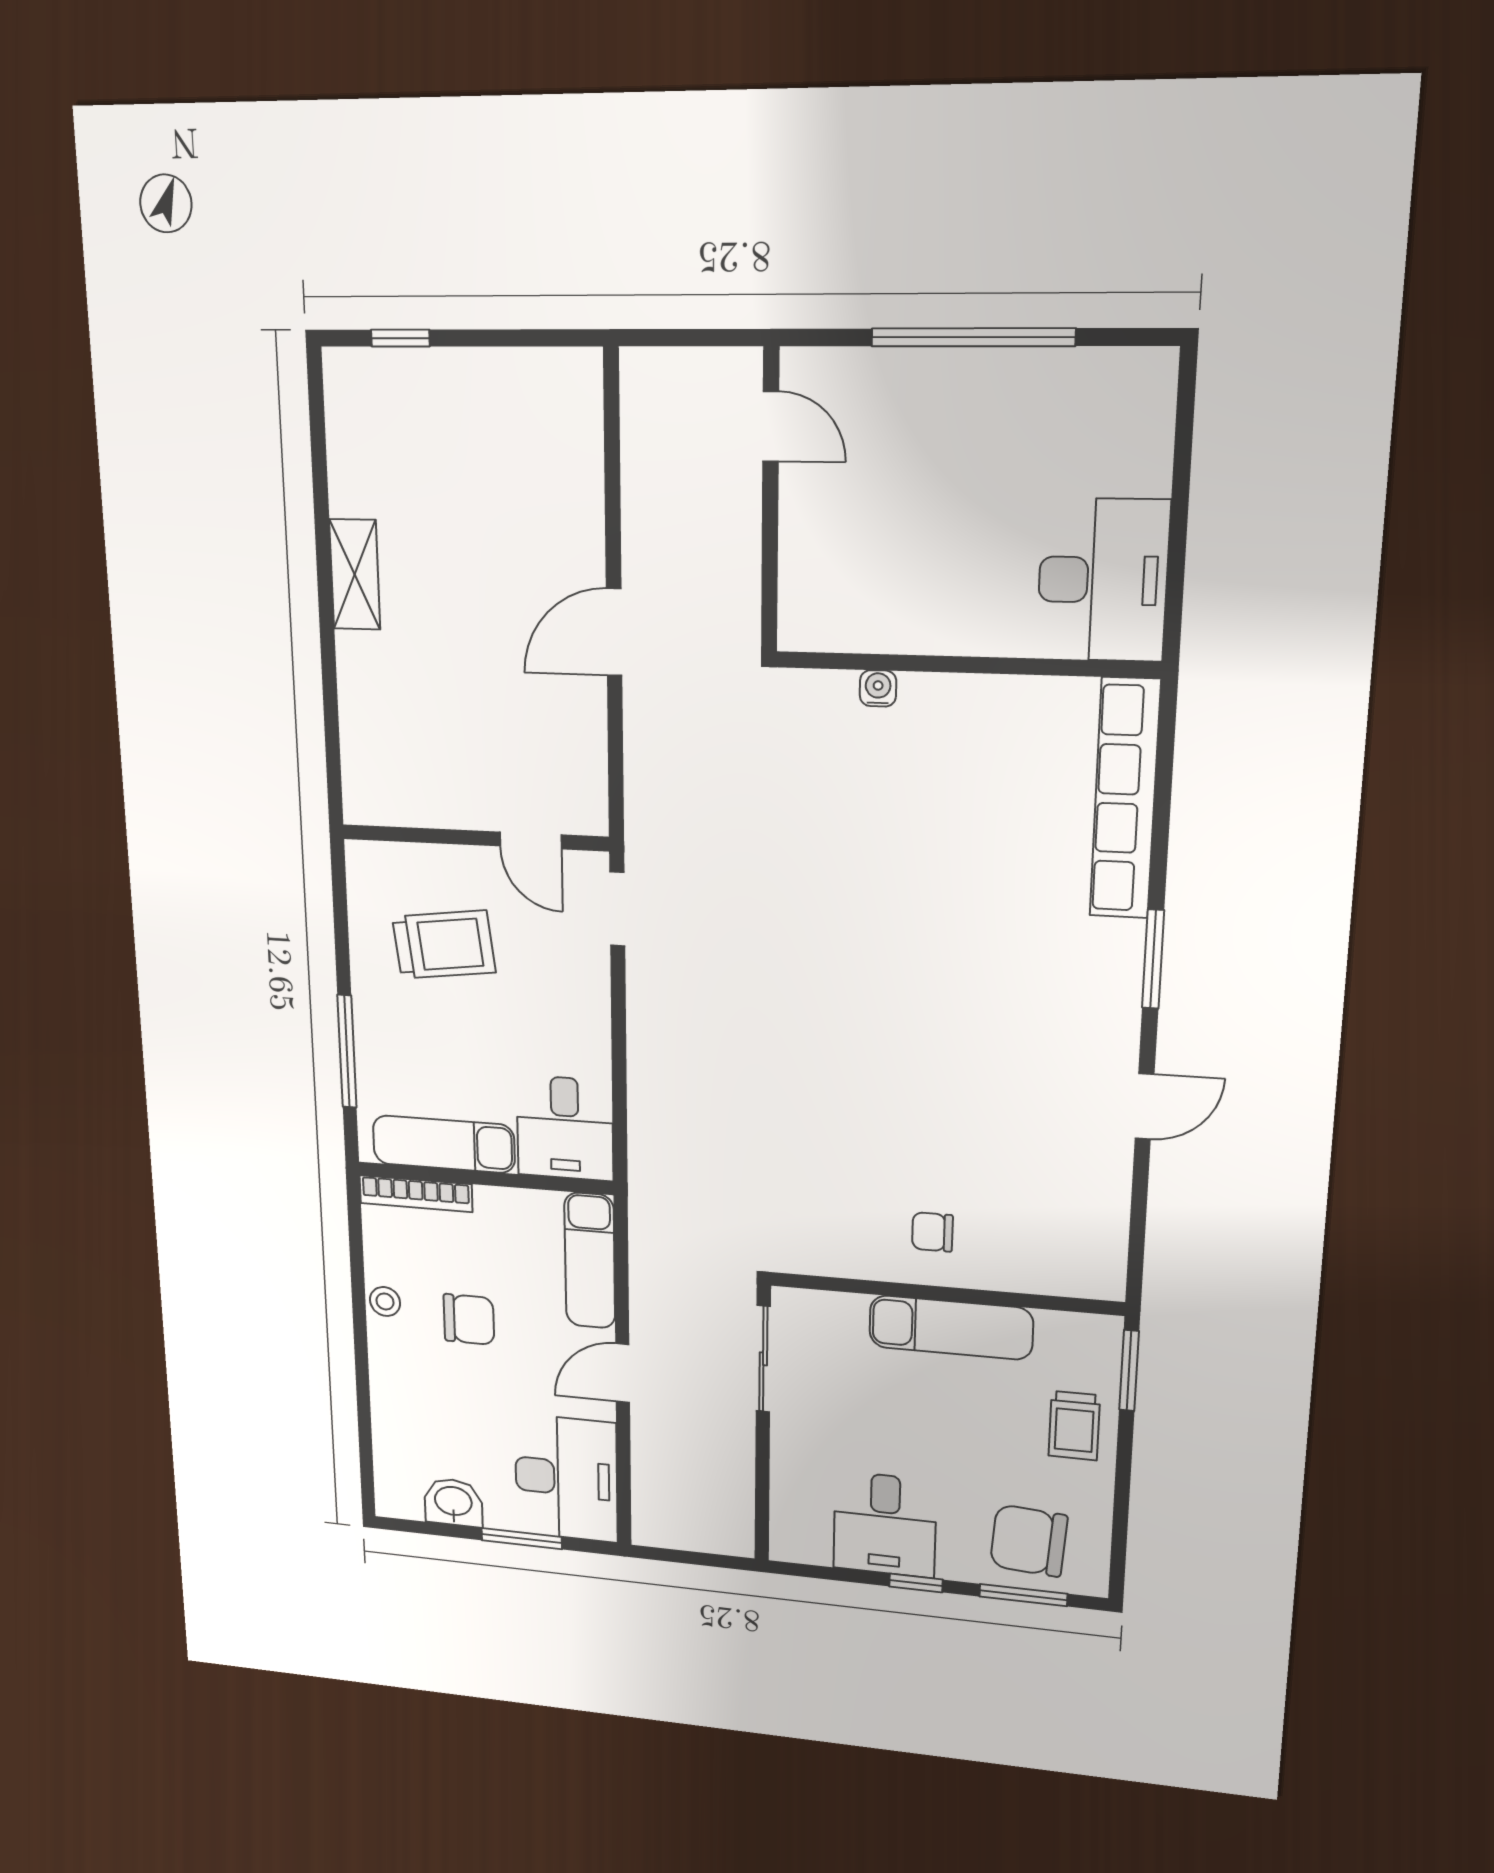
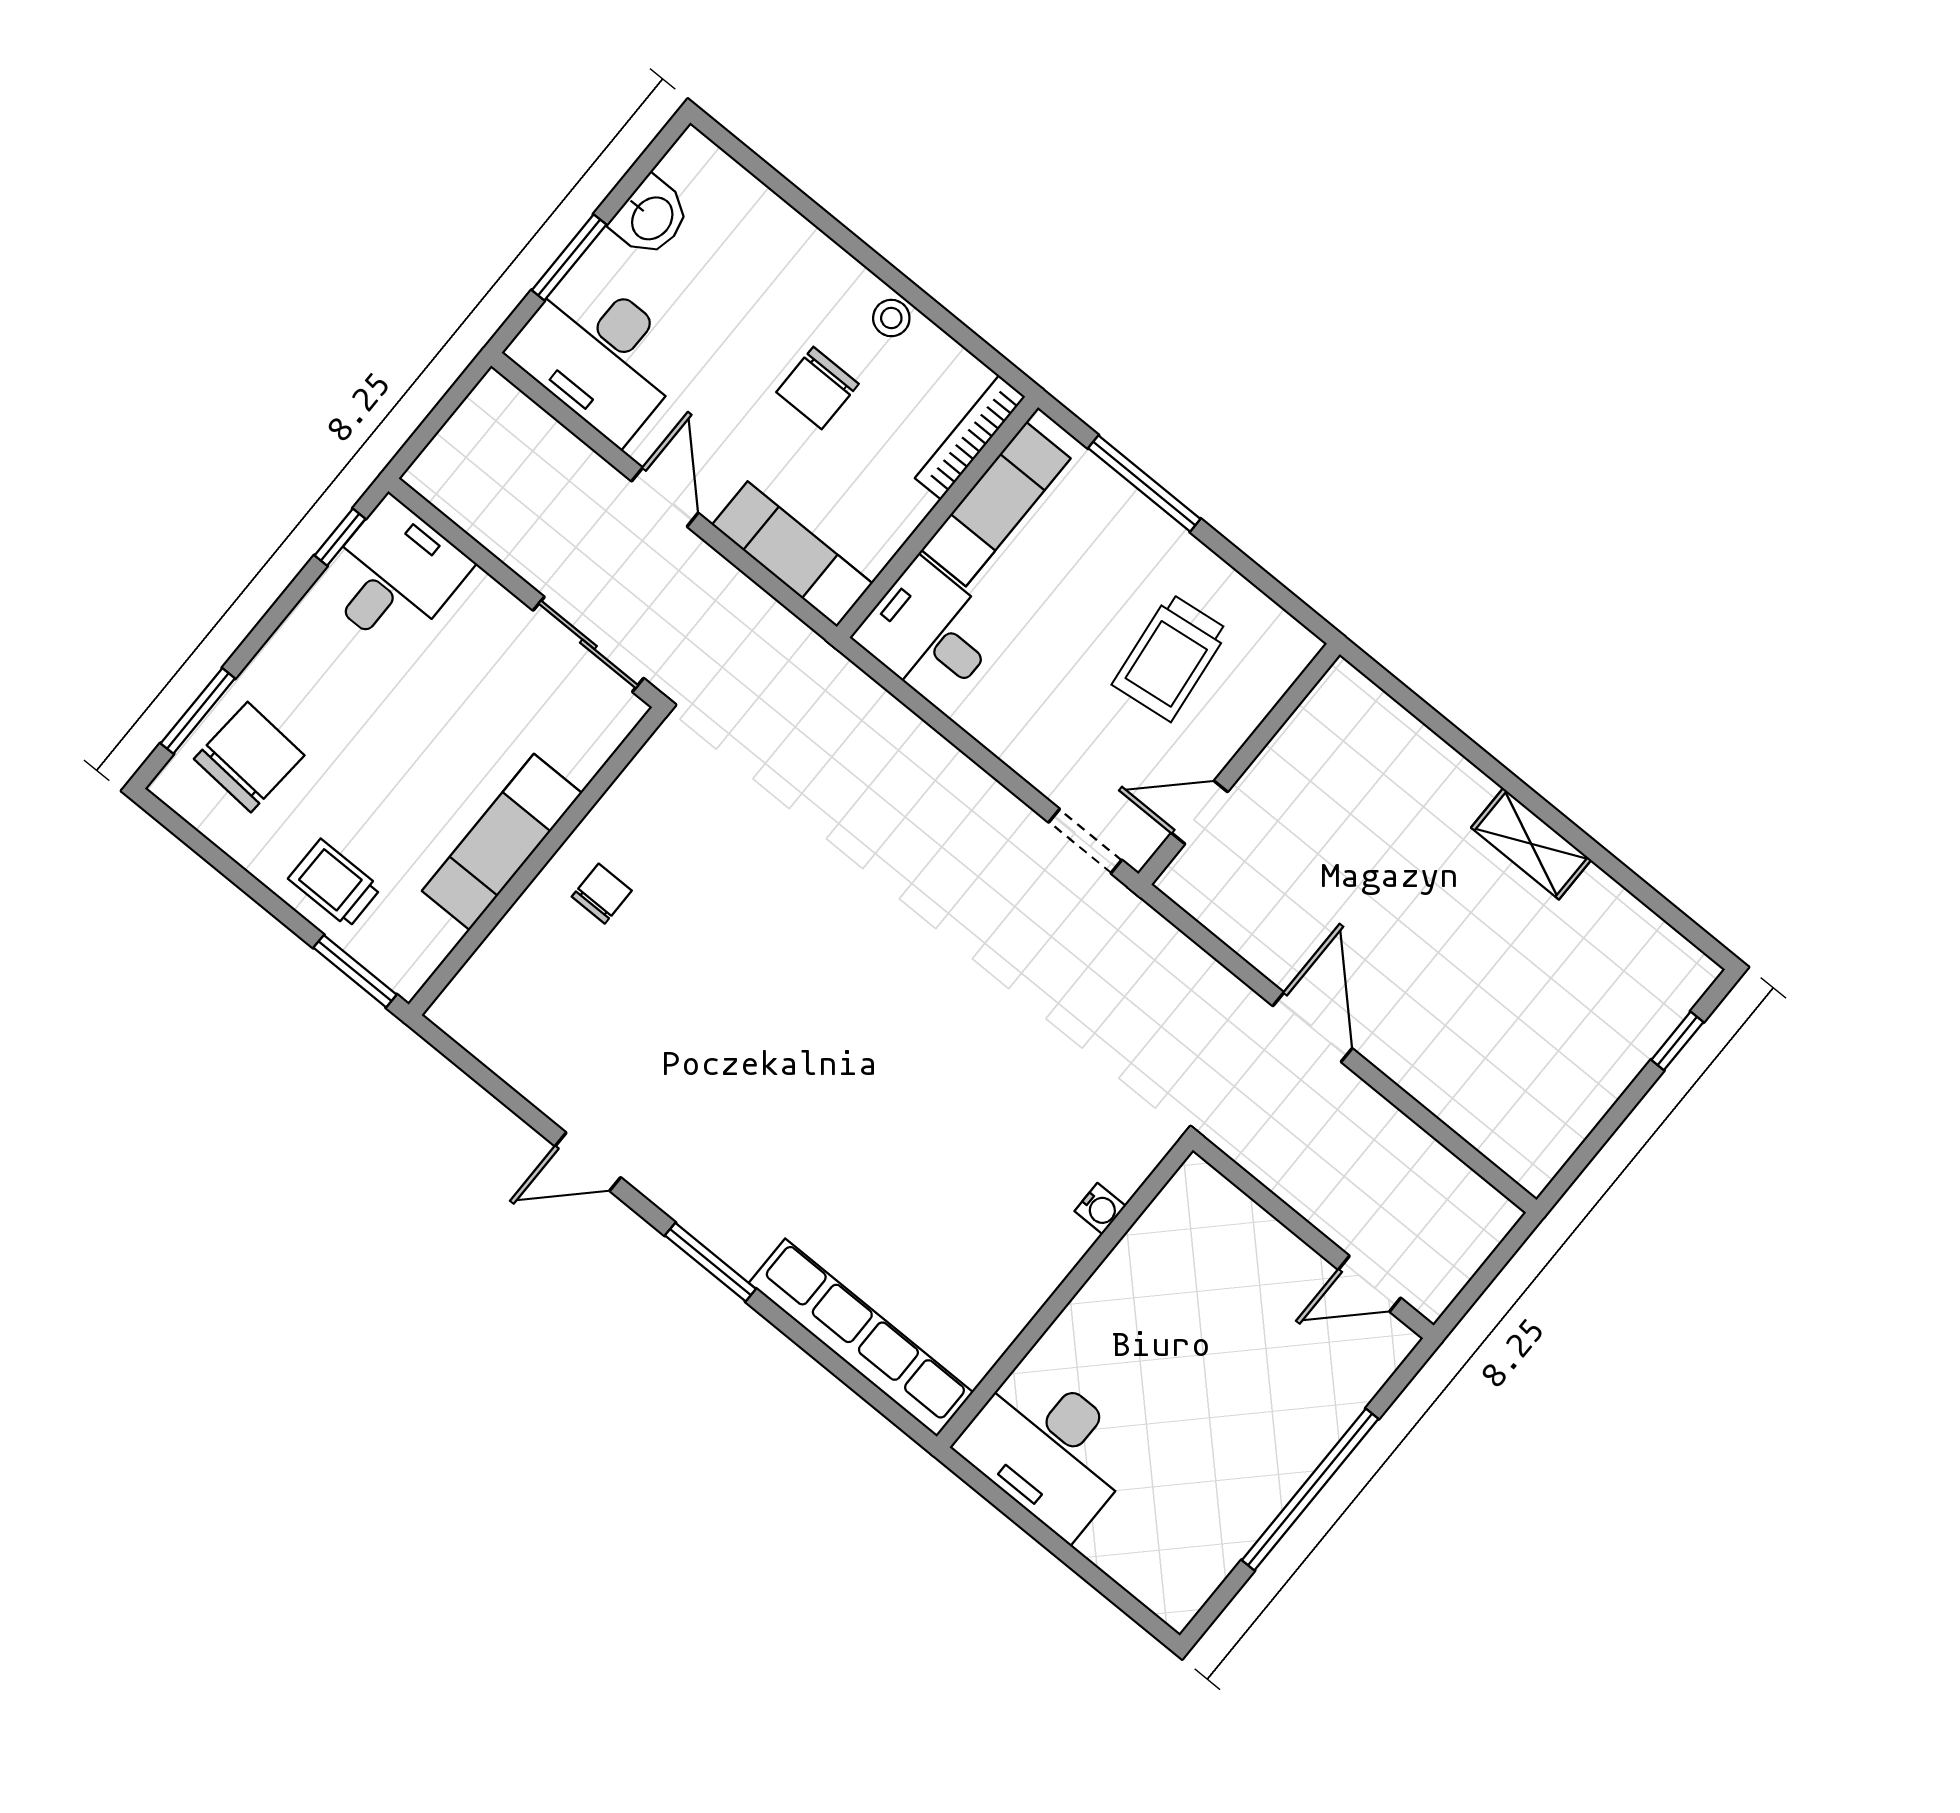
door: (1145, 1106) -> (588, 1162), hinge flipped
desk: (885, 1524) -> (393, 575), moved, turned 90
window: (916, 1583) -> (340, 537), moved

